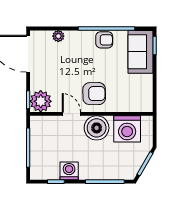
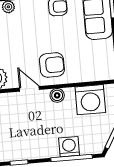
boiler: (97, 128) -> (57, 95), width x0.54, depth x0.54
washing machine: (69, 171) -> (69, 147), moved

